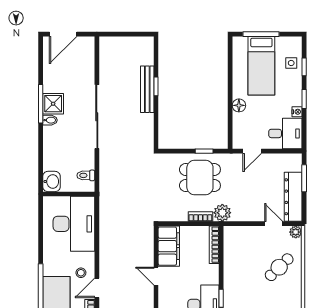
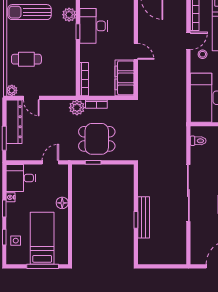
cafe table: (279, 267) -> (26, 59), turned 44

